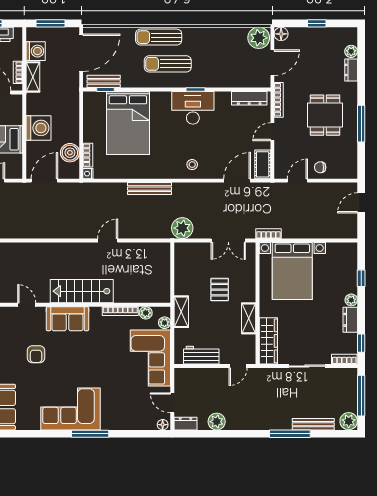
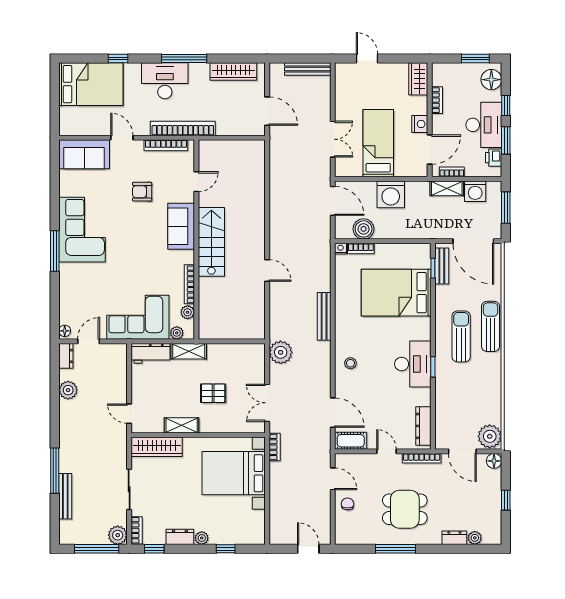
workbench: (201, 355) -> (150, 353), moved, turned 90
plant: (349, 421) -> (118, 535), moved

